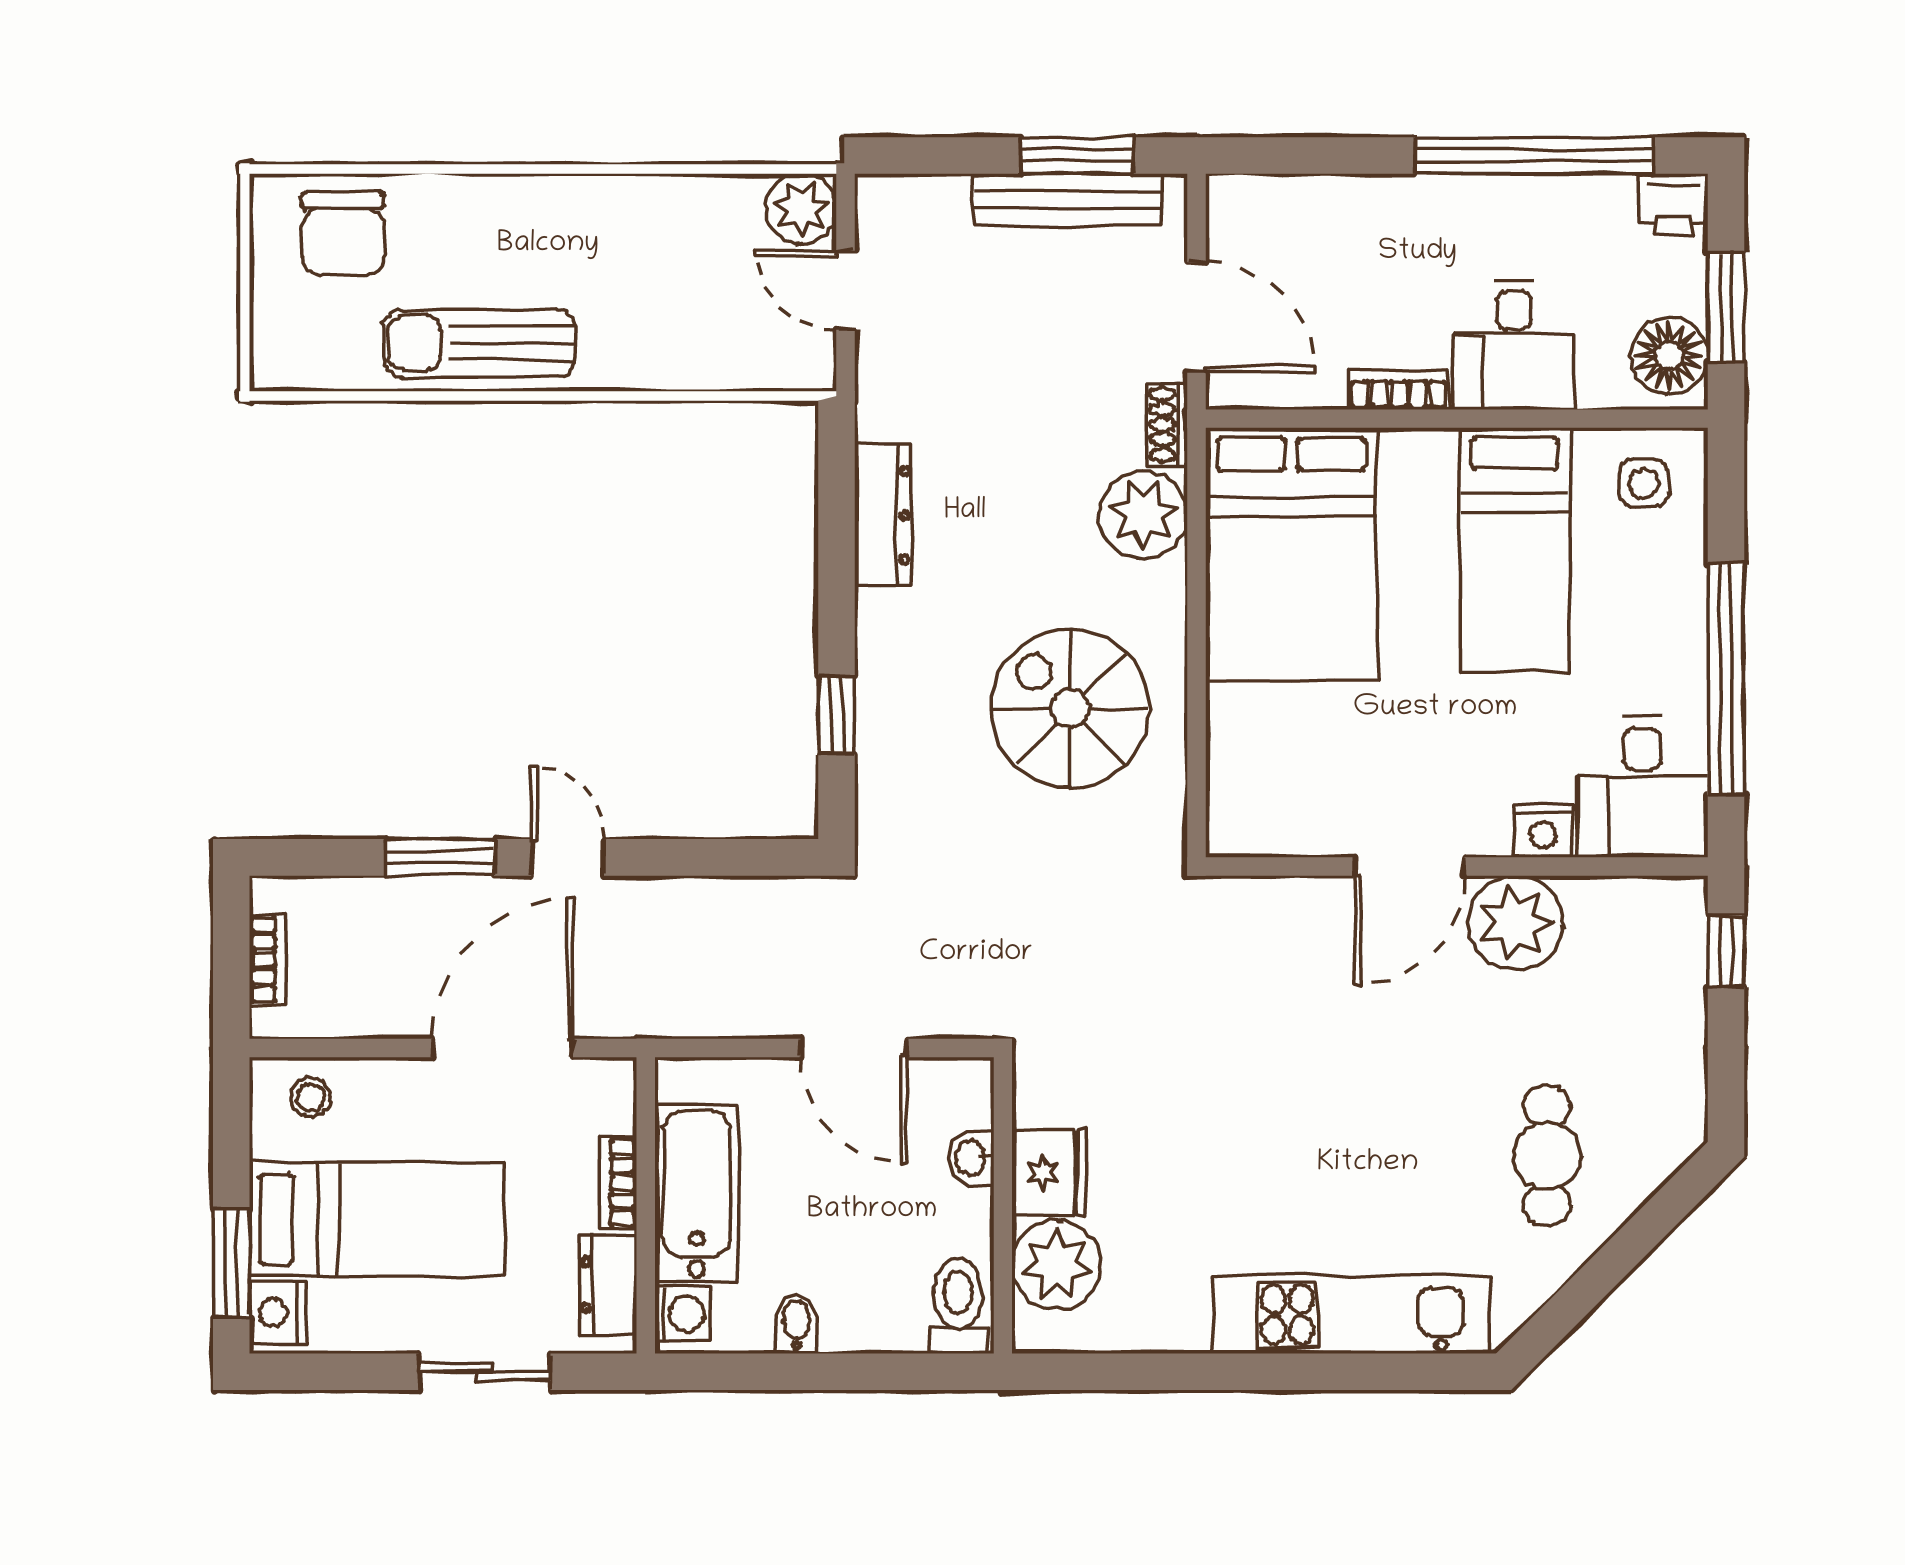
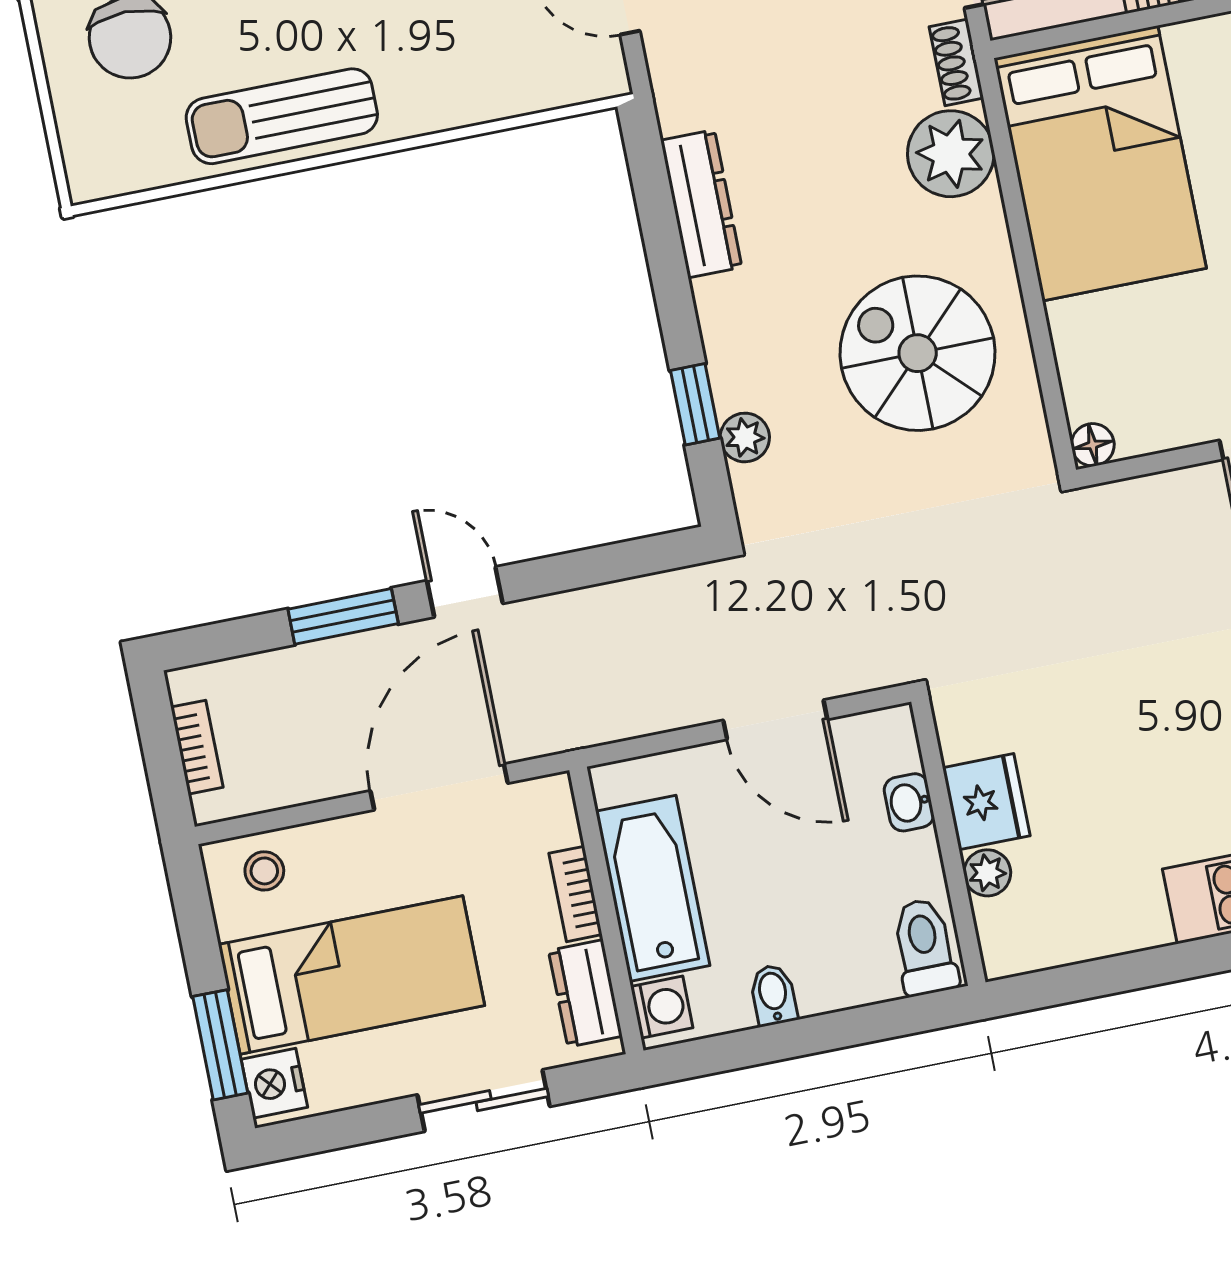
plant: (880, 758) -> (745, 437), added
floor lamp: (1227, 836) -> (1093, 445), added
plant: (1057, 1265) -> (987, 873), width x0.53, depth x0.53

